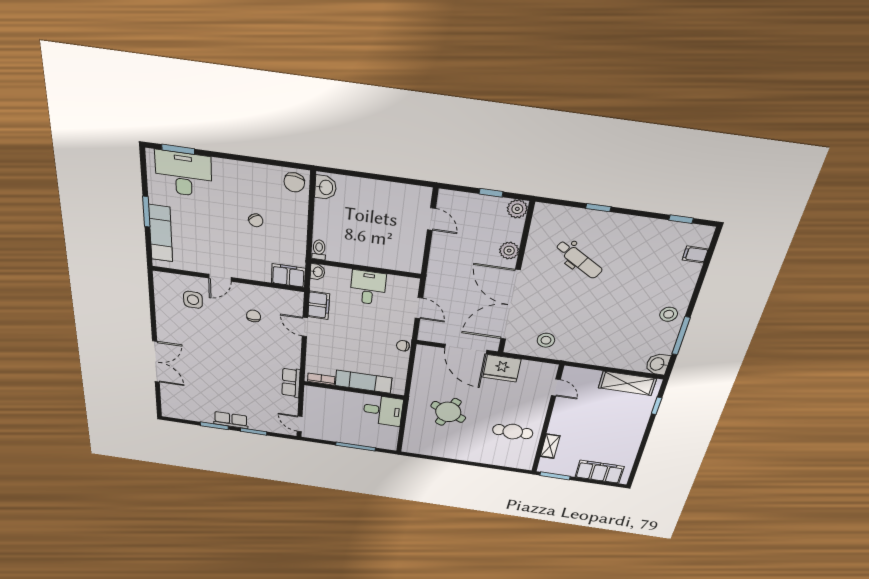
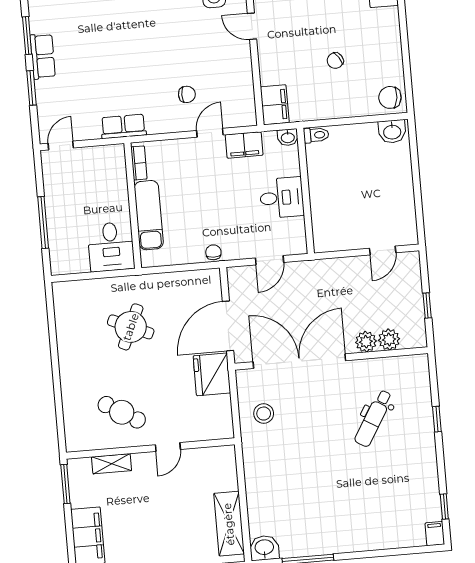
plant: (517, 209) -> (389, 339), moved
filing cabinet: (695, 254) -> (435, 534), moved
stool: (669, 314) -> (331, 536), removed
chair: (254, 316) -> (187, 94), moved
door: (556, 388) -> (168, 447), moved
cafe table: (513, 432) -> (122, 412), turned -59

